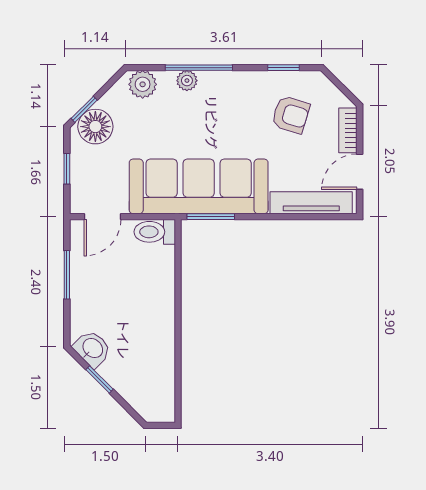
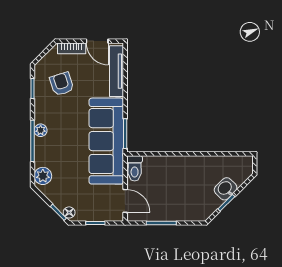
plant: (187, 81) -> (41, 130), moved
armchair: (291, 115) -> (62, 84), turned -35
floor lamp: (95, 127) -> (69, 212), width x0.53, depth x0.53
washbasin: (92, 349) -> (226, 189), moved

